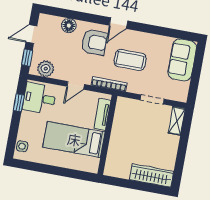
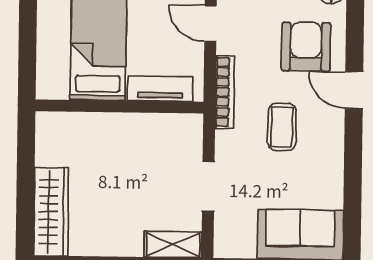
armchair: (94, 42) -> (306, 47), turned 180
coffee table: (130, 60) -> (282, 127), width x0.73, depth x0.77

